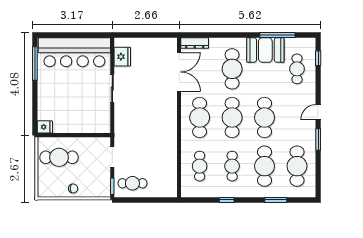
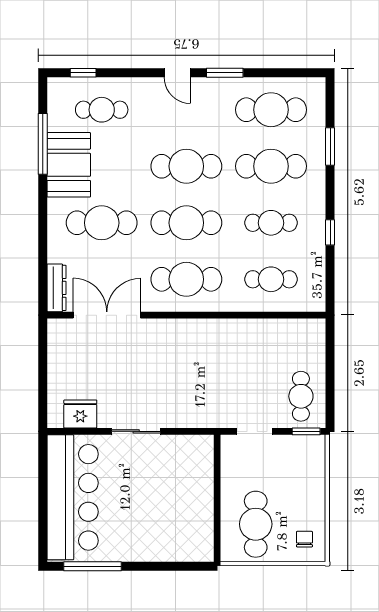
fridge: (45, 127) -> (203, 549), removed
chair: (73, 188) -> (304, 539), moved

